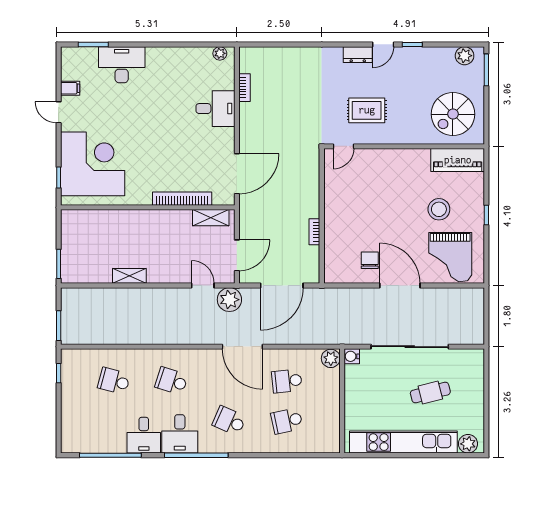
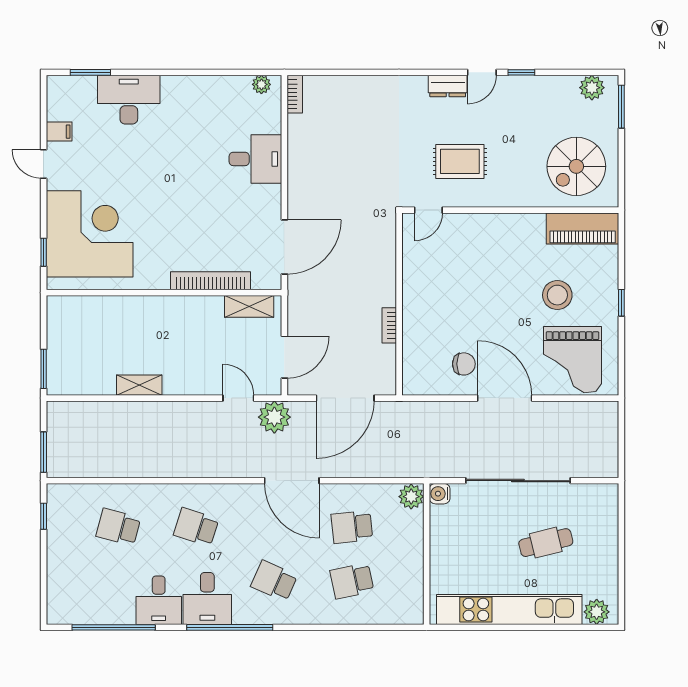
bookcase: (244, 88) -> (295, 94), moved
chair: (370, 260) -> (464, 364), turned 90

